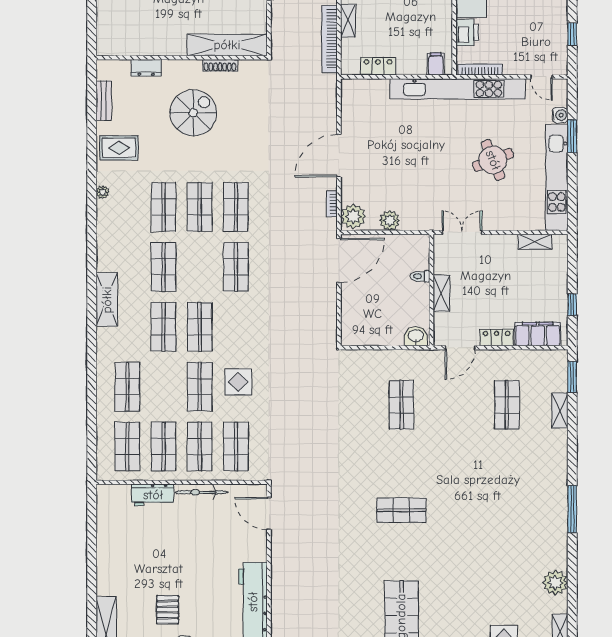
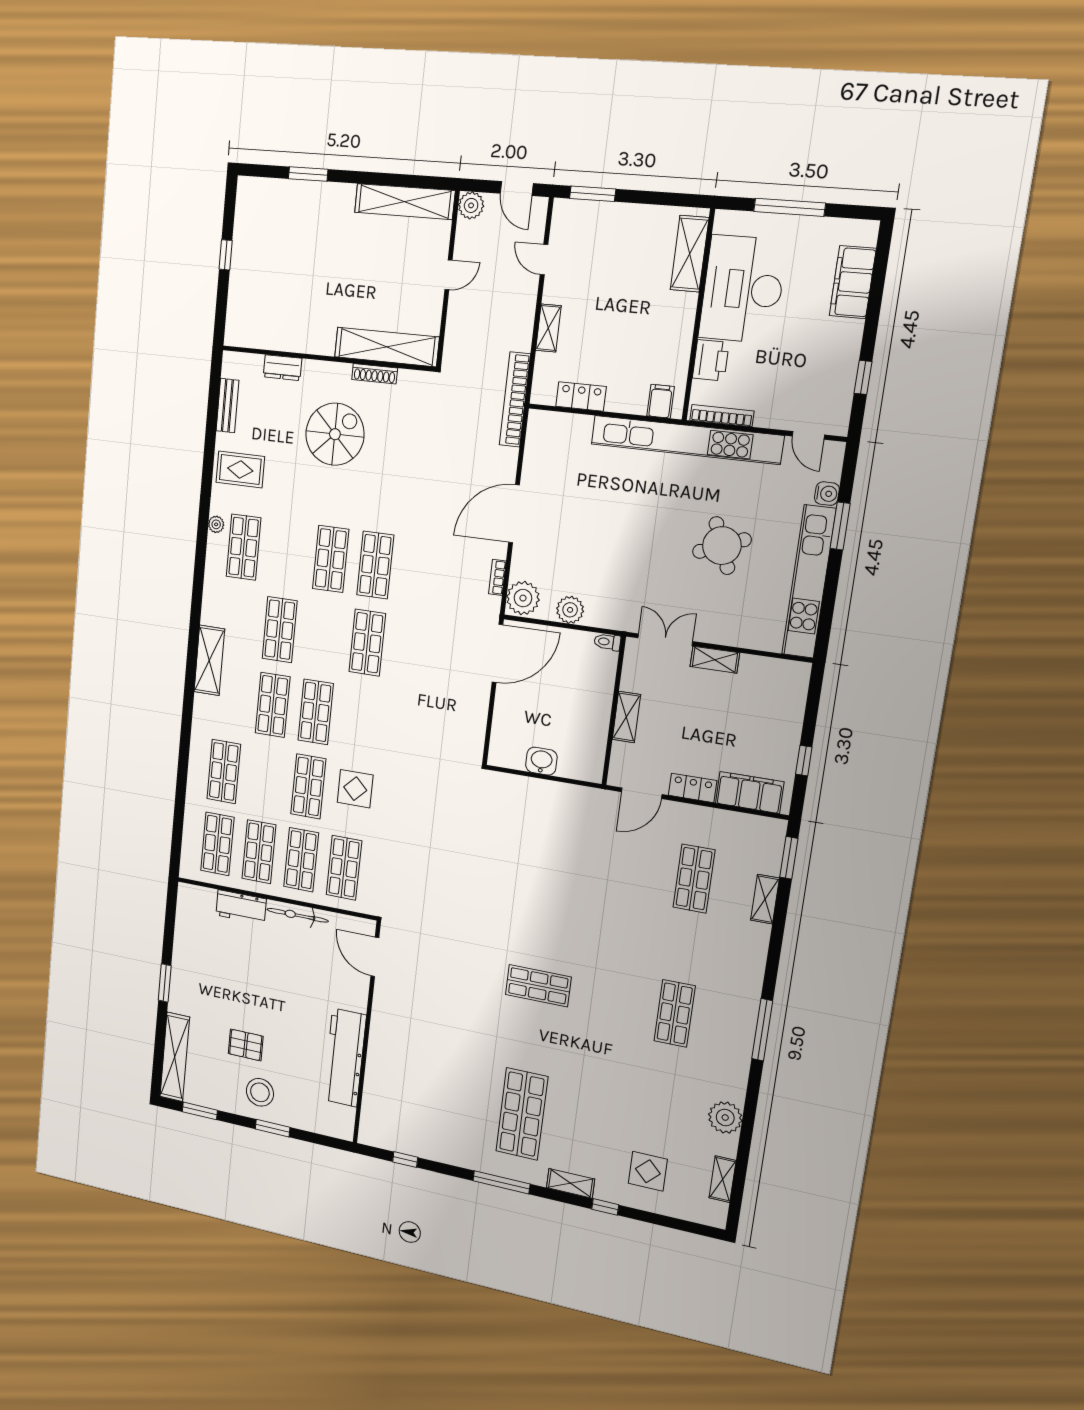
bookcase: (329, 39) -> (515, 399), moved
shop shelf: (164, 207) -> (244, 547), moved
shelving: (535, 242) -> (715, 660), moved
toilet: (420, 276) -> (607, 642), moved
washbasin: (416, 336) -> (541, 761), moved
shop shelf: (401, 405) -> (675, 1013), moved
window: (92, 572) -> (165, 983), added
pallet: (168, 610) -> (246, 1045), turned 90

